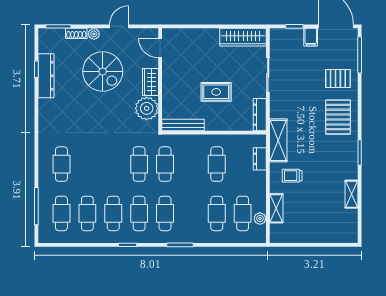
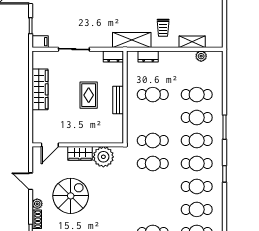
wardrobe: (243, 37) -> (40, 89), moved
filing cabinet: (311, 37) -> (40, 42), moved
dresser: (260, 115) -> (113, 56), width x0.70
bench: (183, 125) -> (118, 100), moved, width x0.73
cafe table: (243, 213) -> (197, 118), moved

